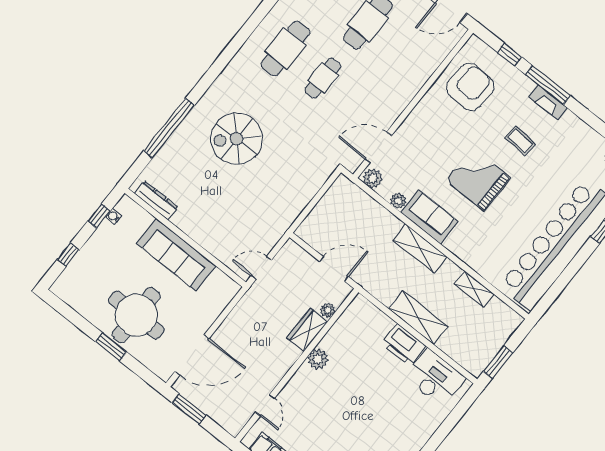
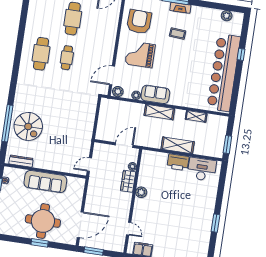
spiral stairs: (237, 139) -> (28, 126), moved, turned -90
grand piano: (478, 179) -> (140, 54), moved

